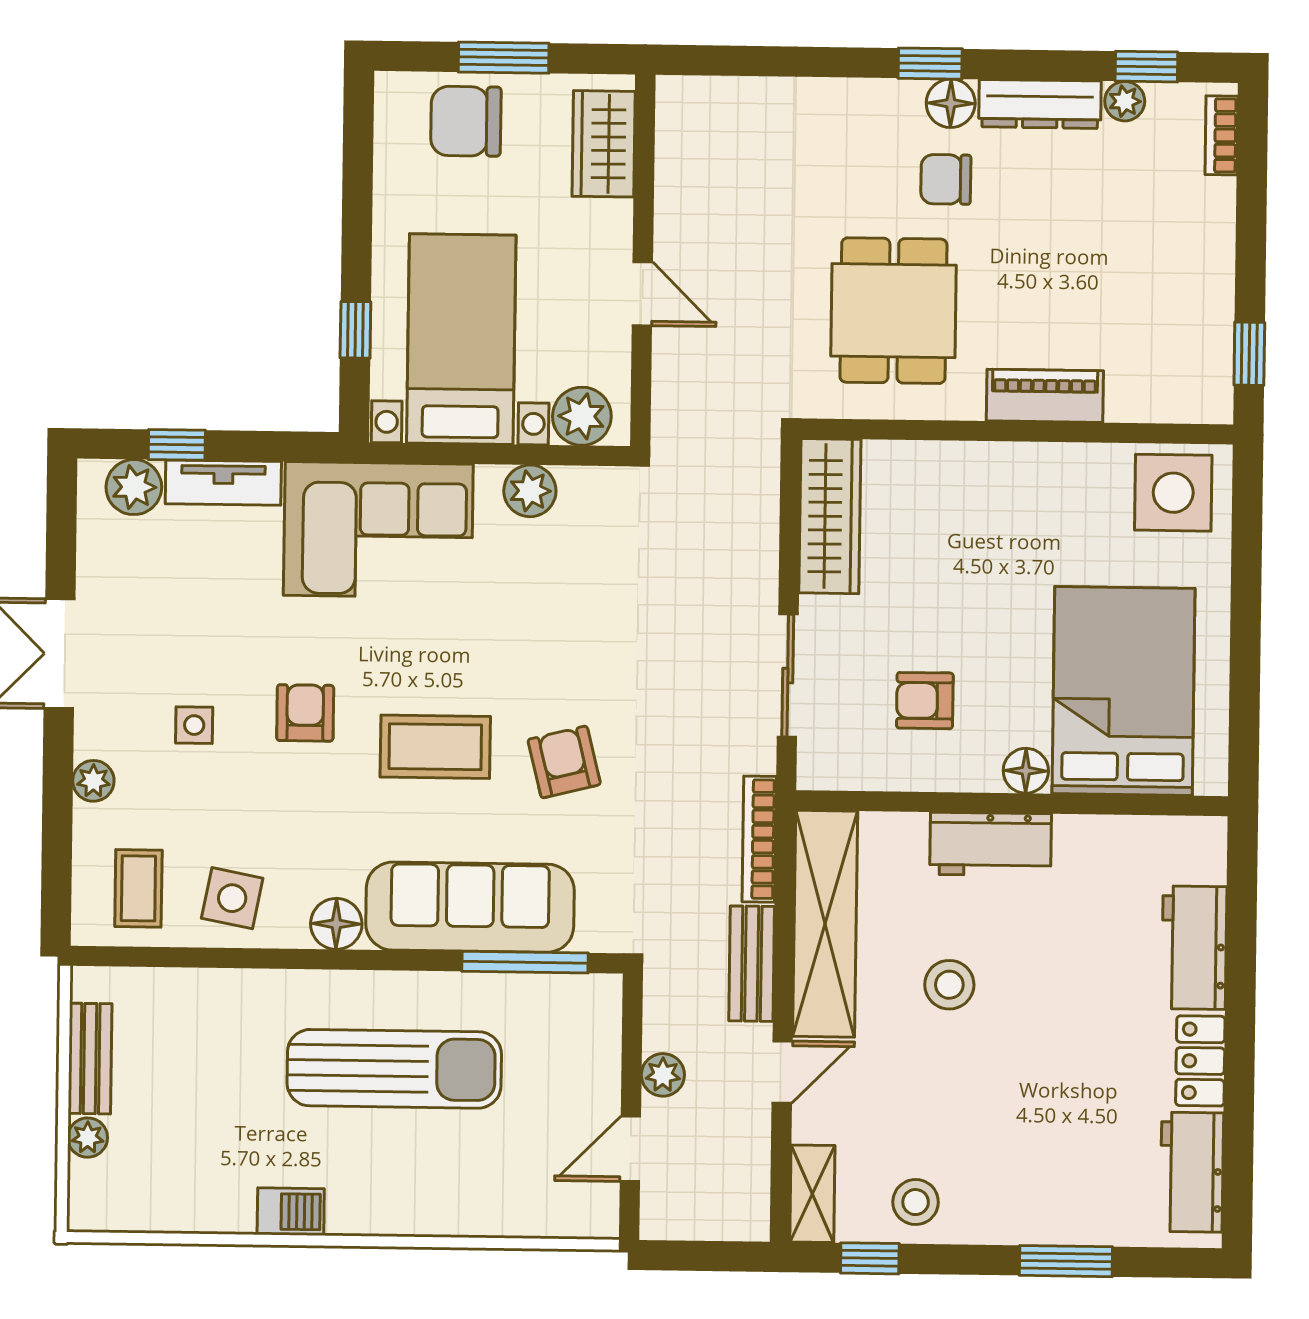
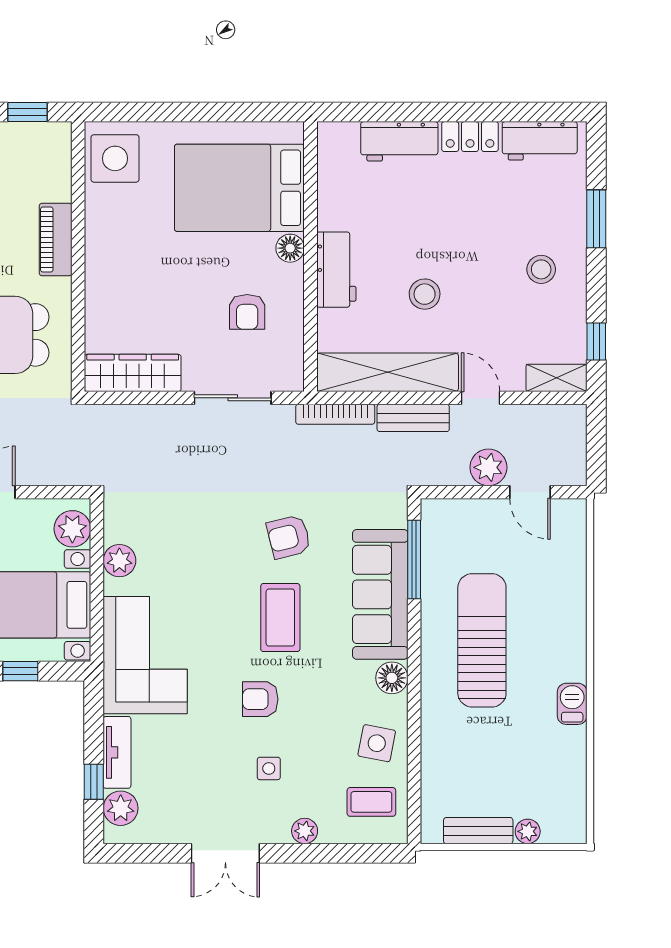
plant: (663, 1075) -> (488, 467), width x1.38, depth x1.38
stool: (916, 1202) -> (541, 269), moved

